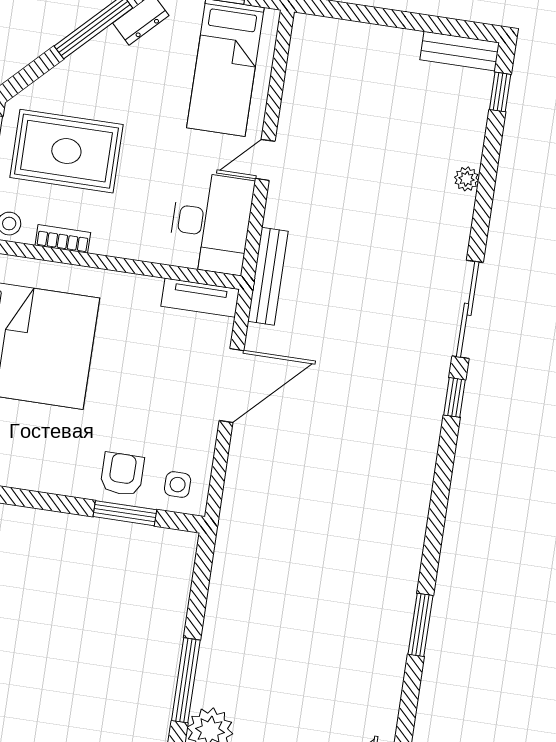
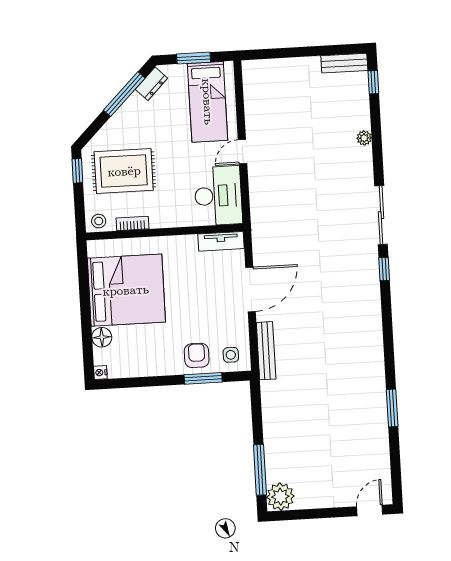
bench: (268, 276) -> (266, 351), moved

